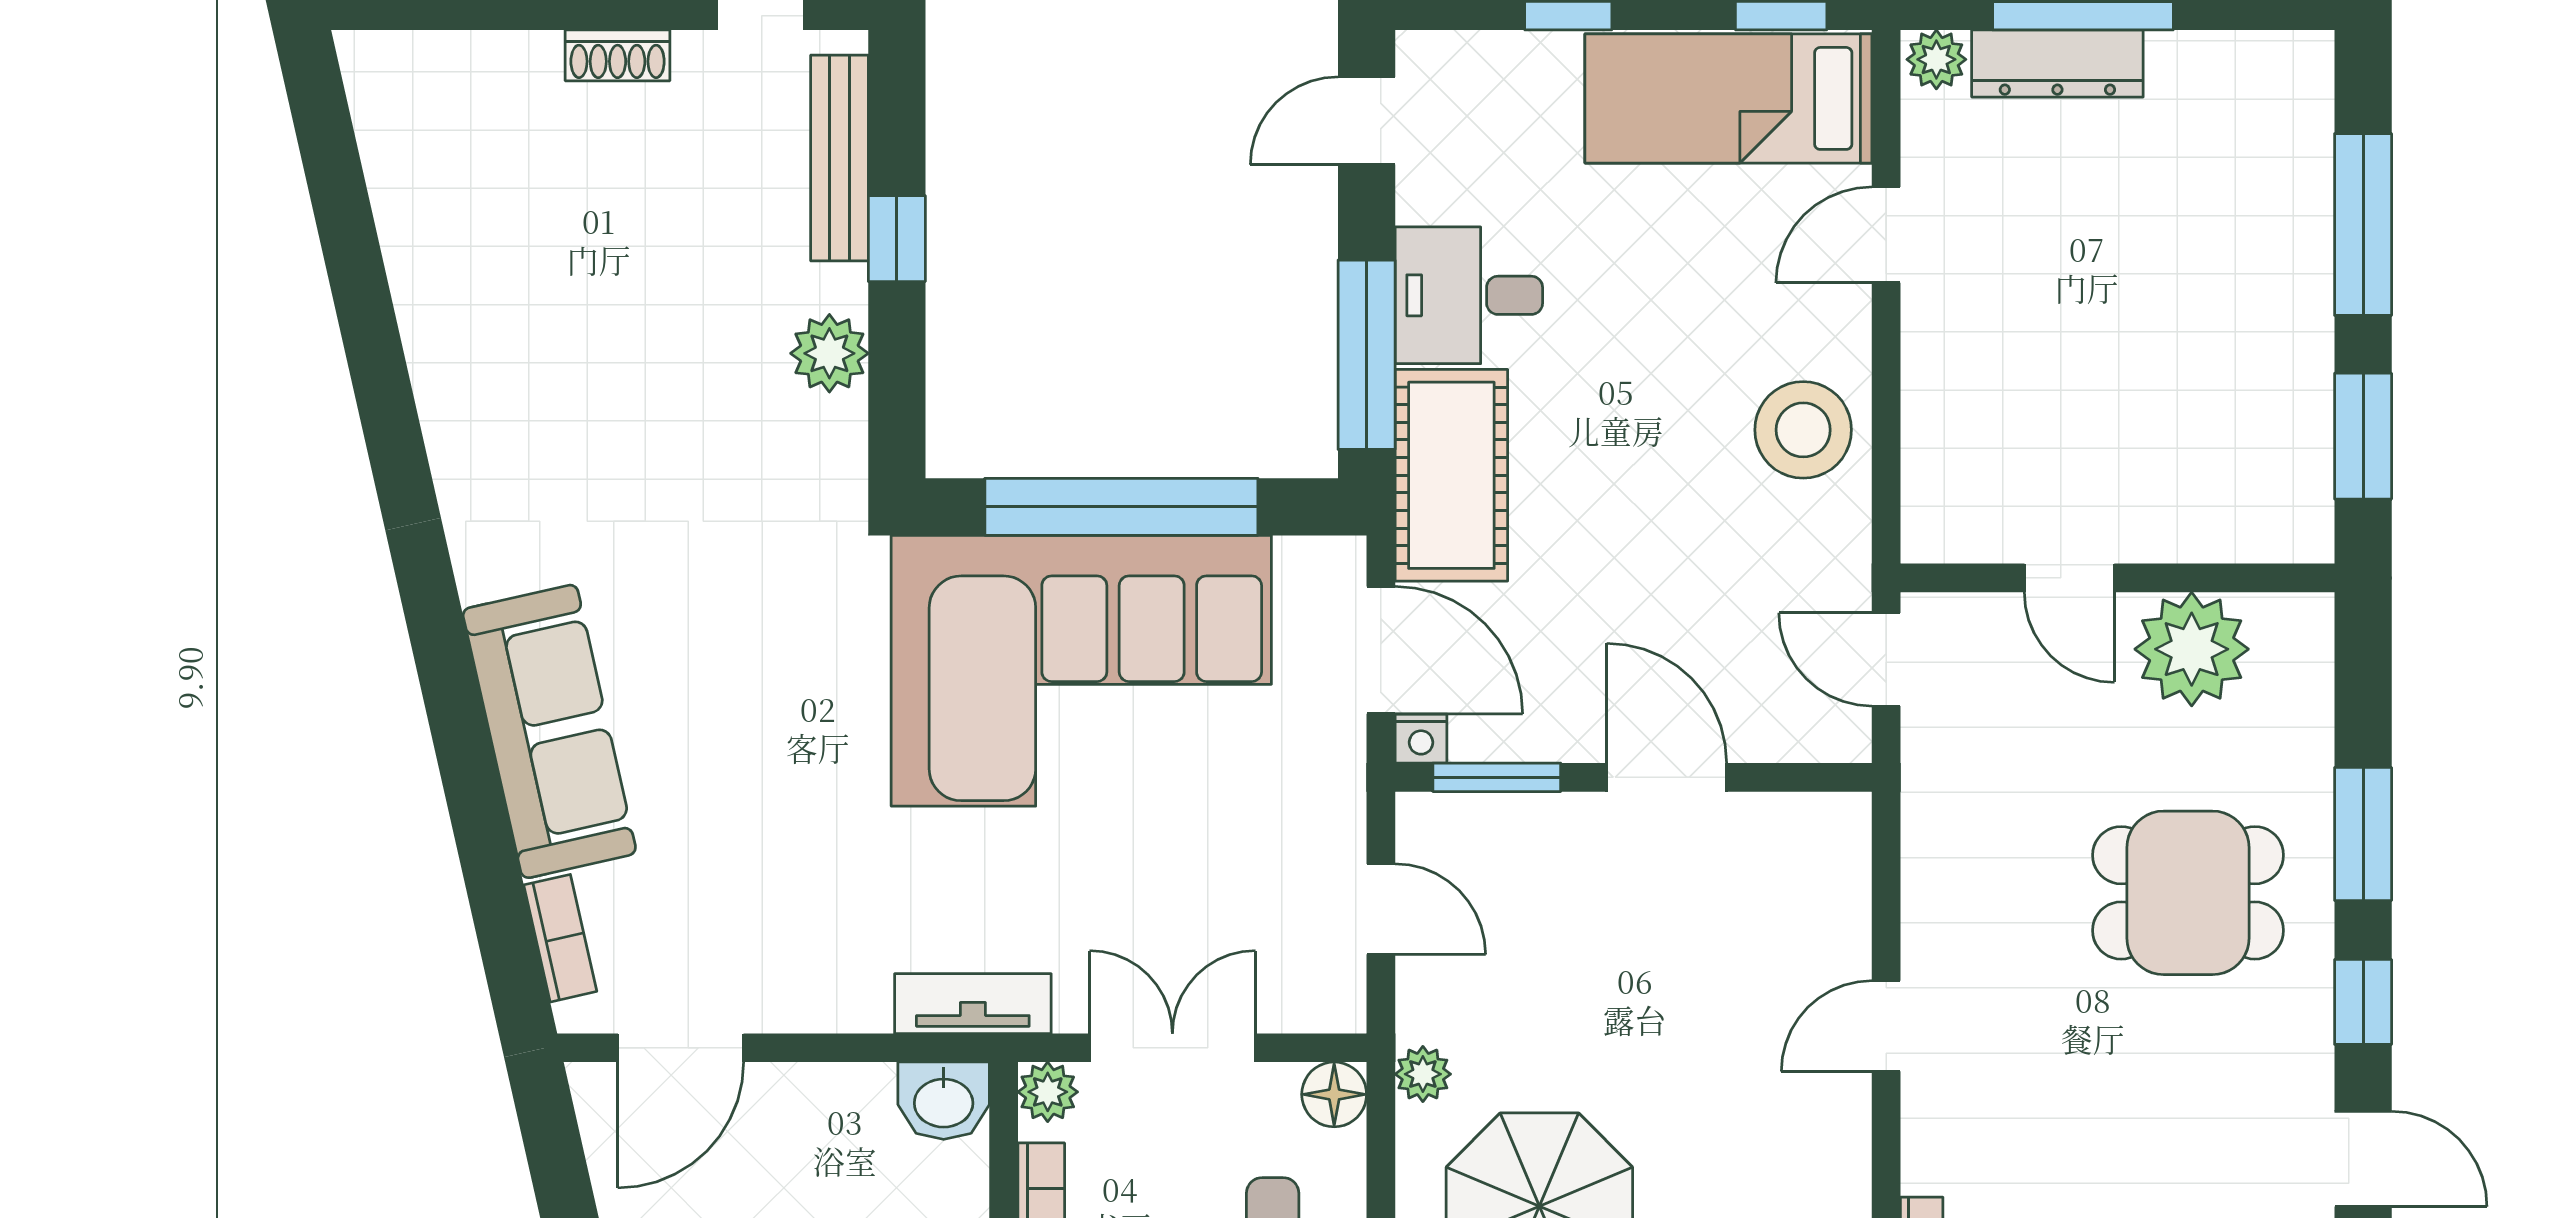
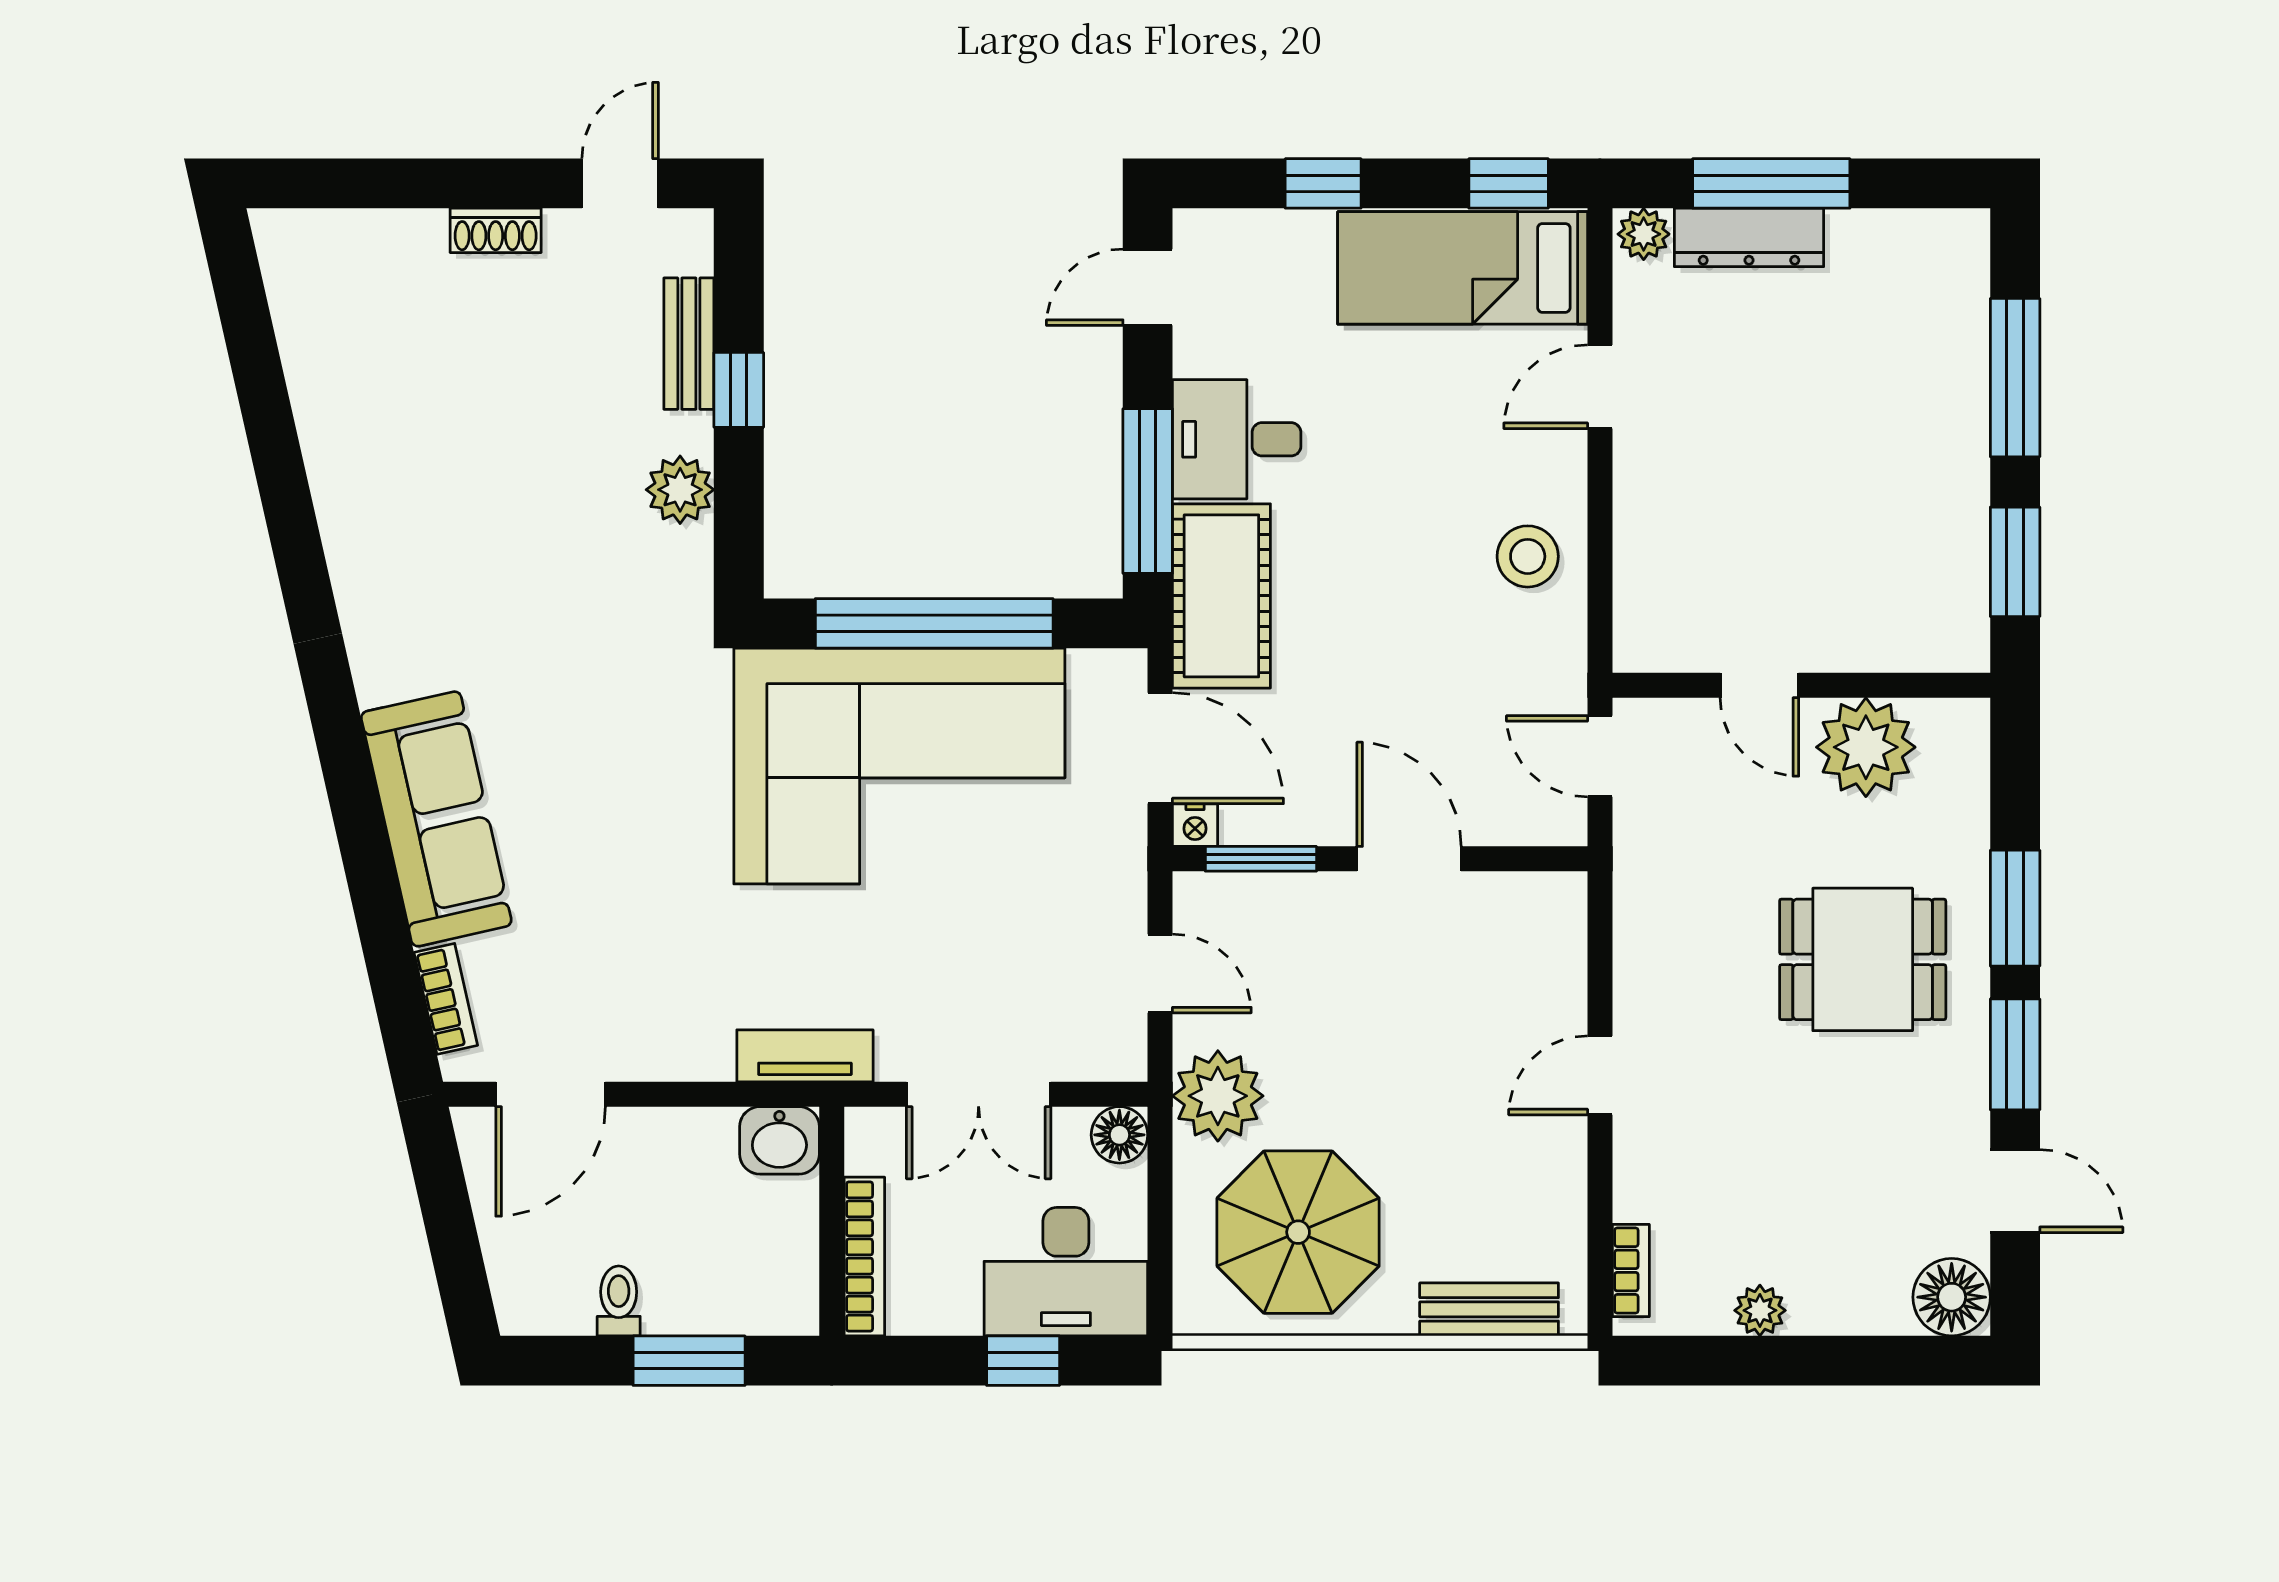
bench: (840, 158) -> (689, 344), width x0.73
stool: (1803, 430) -> (1528, 556), width x0.73, depth x0.73
window: (2363, 1002) -> (2015, 1054), width x1.50
double door: (1172, 1048) -> (979, 1094), swing flipped
plant: (1423, 1074) -> (1218, 1096), width x1.87, depth x1.87
plant: (1048, 1092) -> (870, 1133), removed

